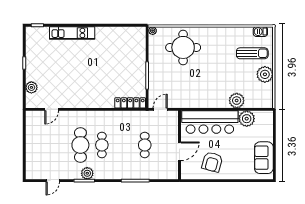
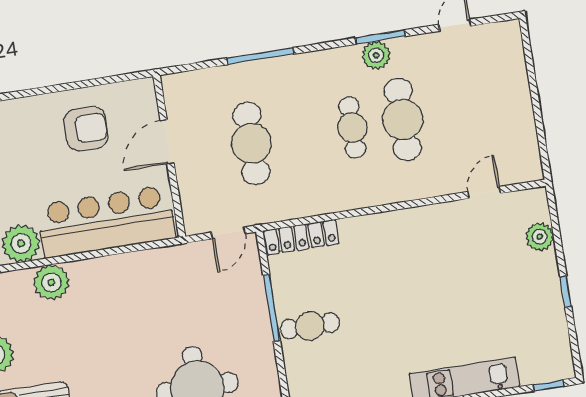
cafe table: (132, 66) -> (310, 326), added
cafe table: (145, 145) -> (251, 143), width x1.37, depth x1.35
armchair: (212, 162) -> (86, 129), turned 75

